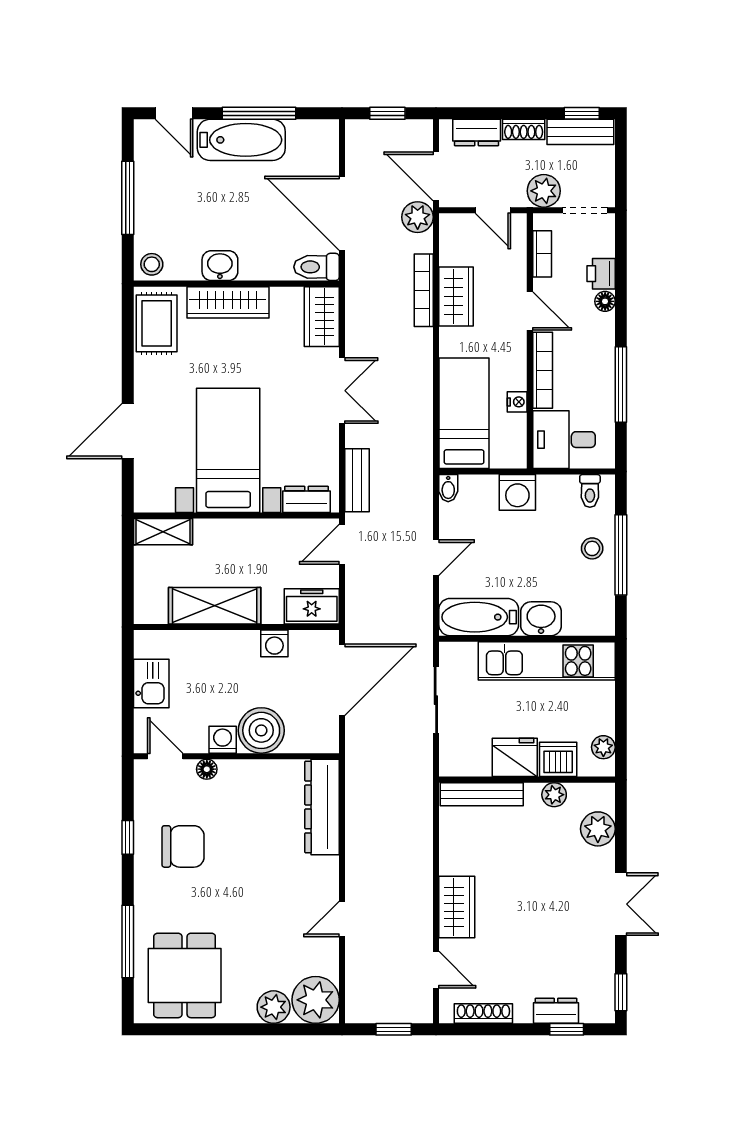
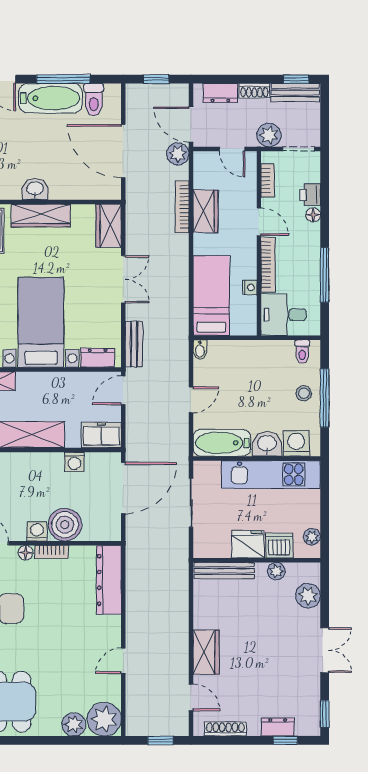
toilet: (317, 267) -> (94, 100), moved, turned -90
washing machine: (517, 492) -> (296, 443), moved, turned 180
bookcase: (243, 768) -> (51, 552), added

